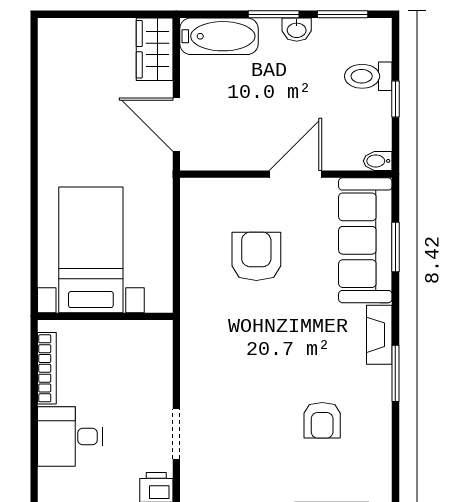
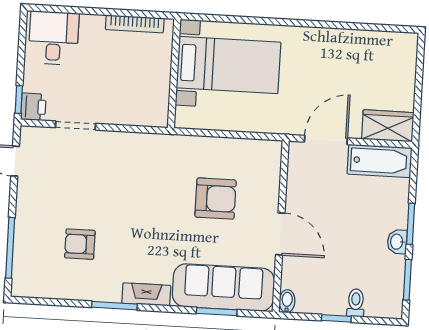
bathtub: (219, 36) -> (380, 161), moved, turned -90
toilet: (368, 76) -> (356, 303), width x0.73, depth x0.72
desk: (70, 436) -> (54, 38), moved

